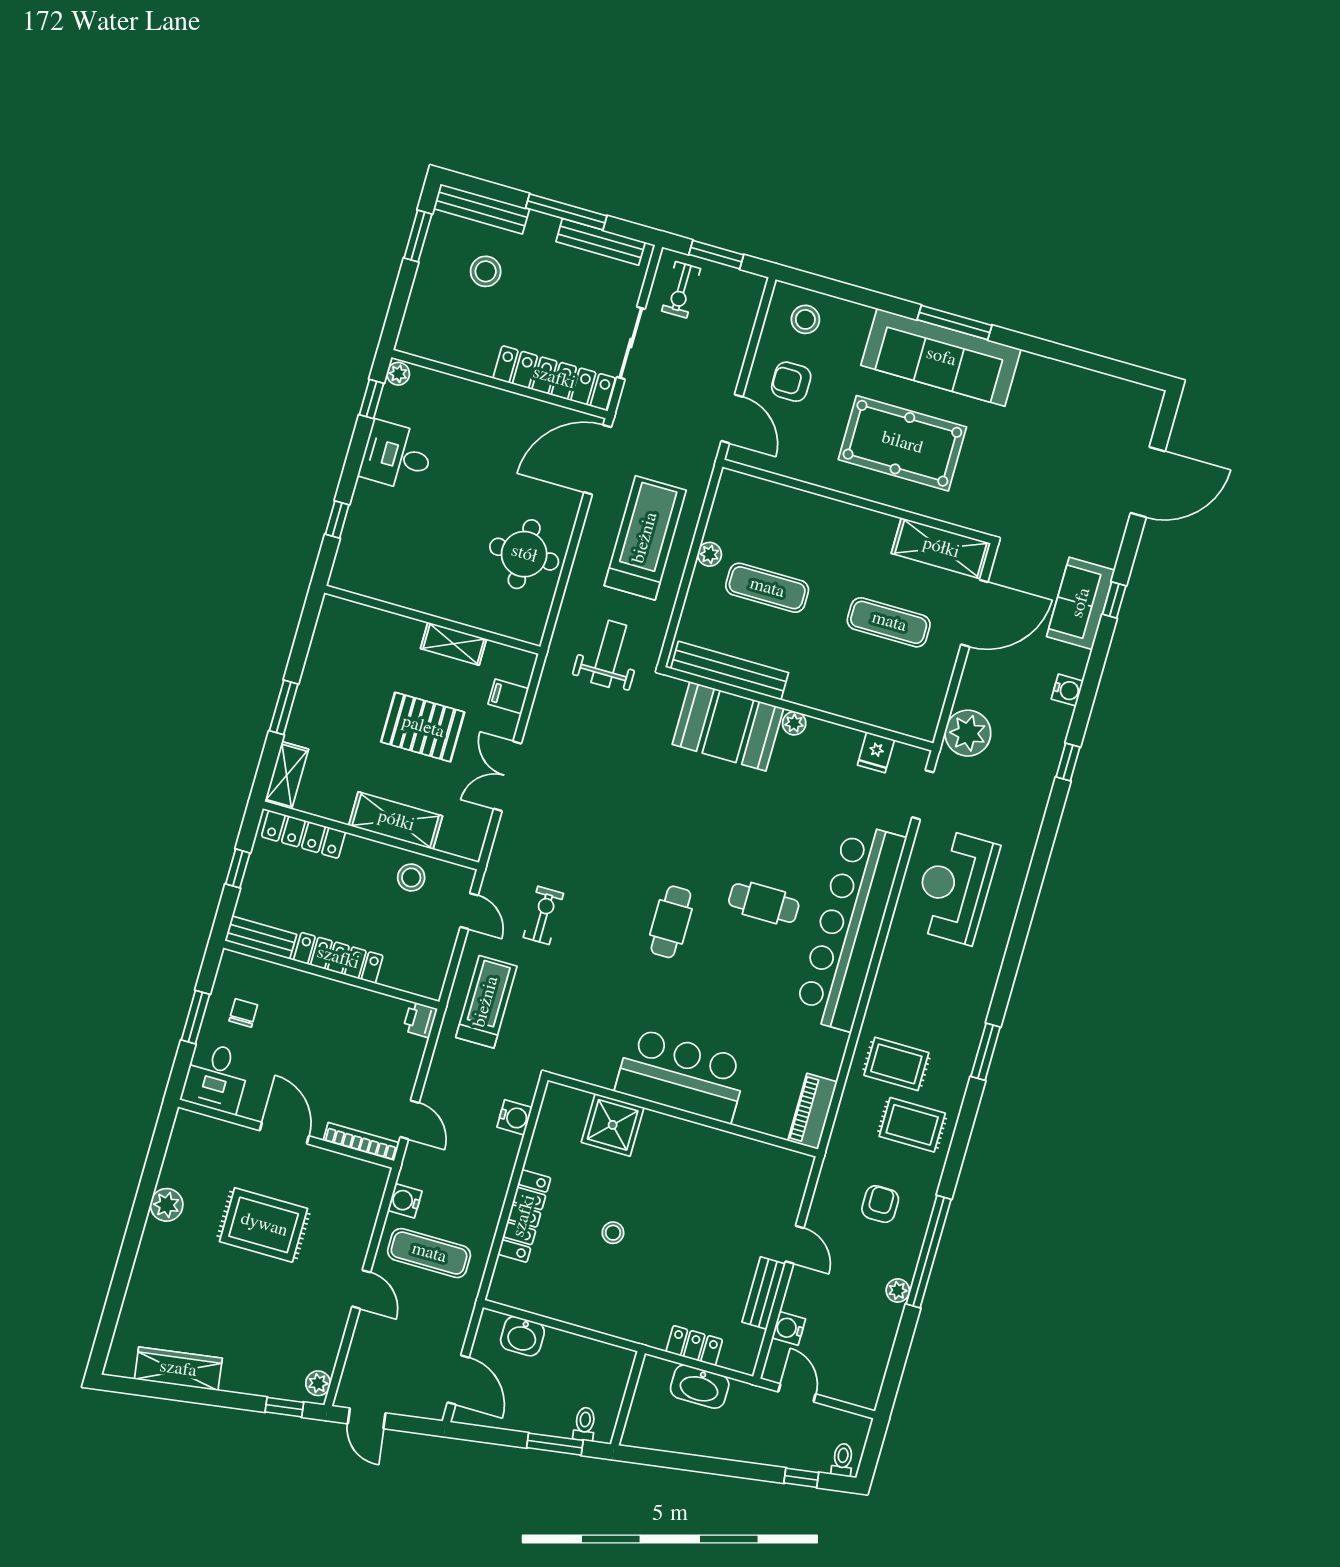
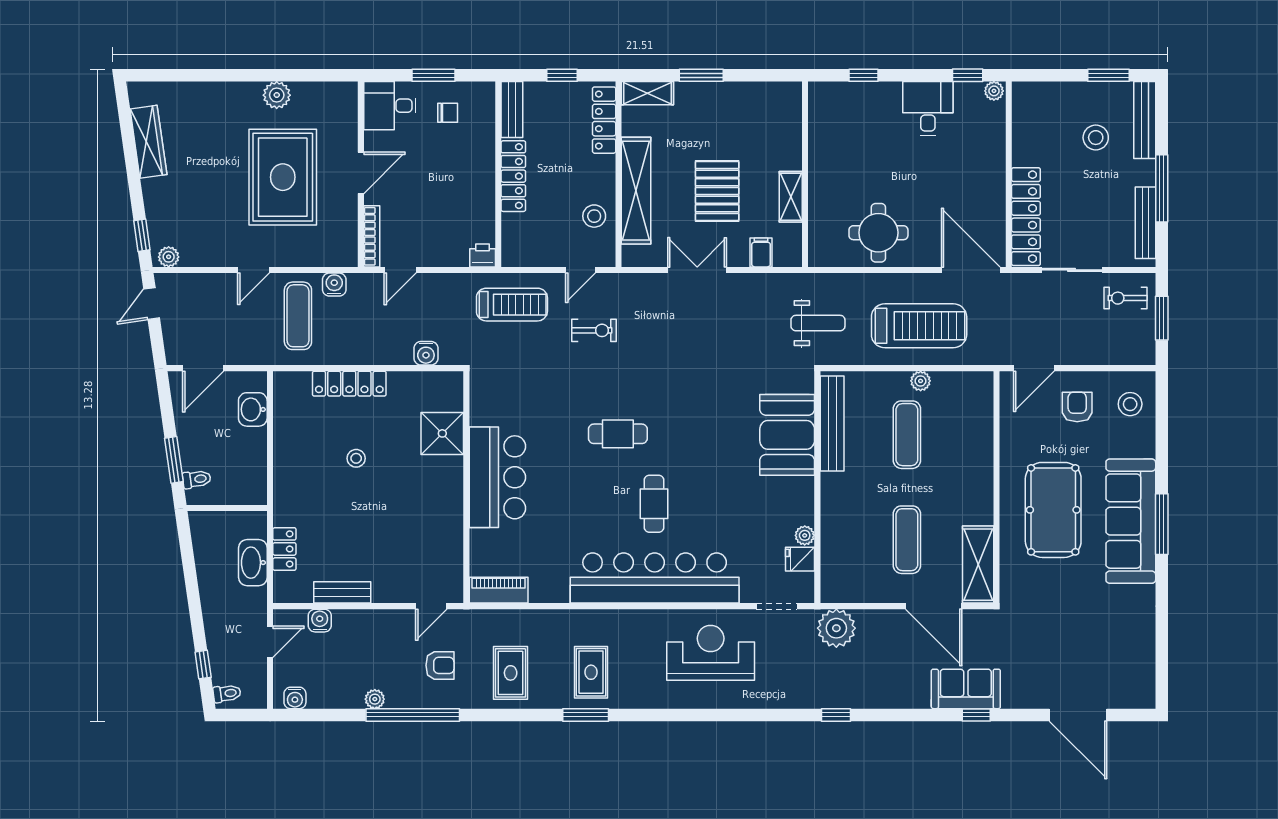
water cooler: (1067, 690) -> (295, 698), moved
plant: (794, 723) -> (805, 535), moved
shelving: (396, 821) -> (636, 191), width x1.47
rug: (896, 1064) -> (591, 672), moved
rug: (264, 1225) -> (283, 177), width x1.37, depth x1.44
door: (795, 1245) -> (431, 606), moved

